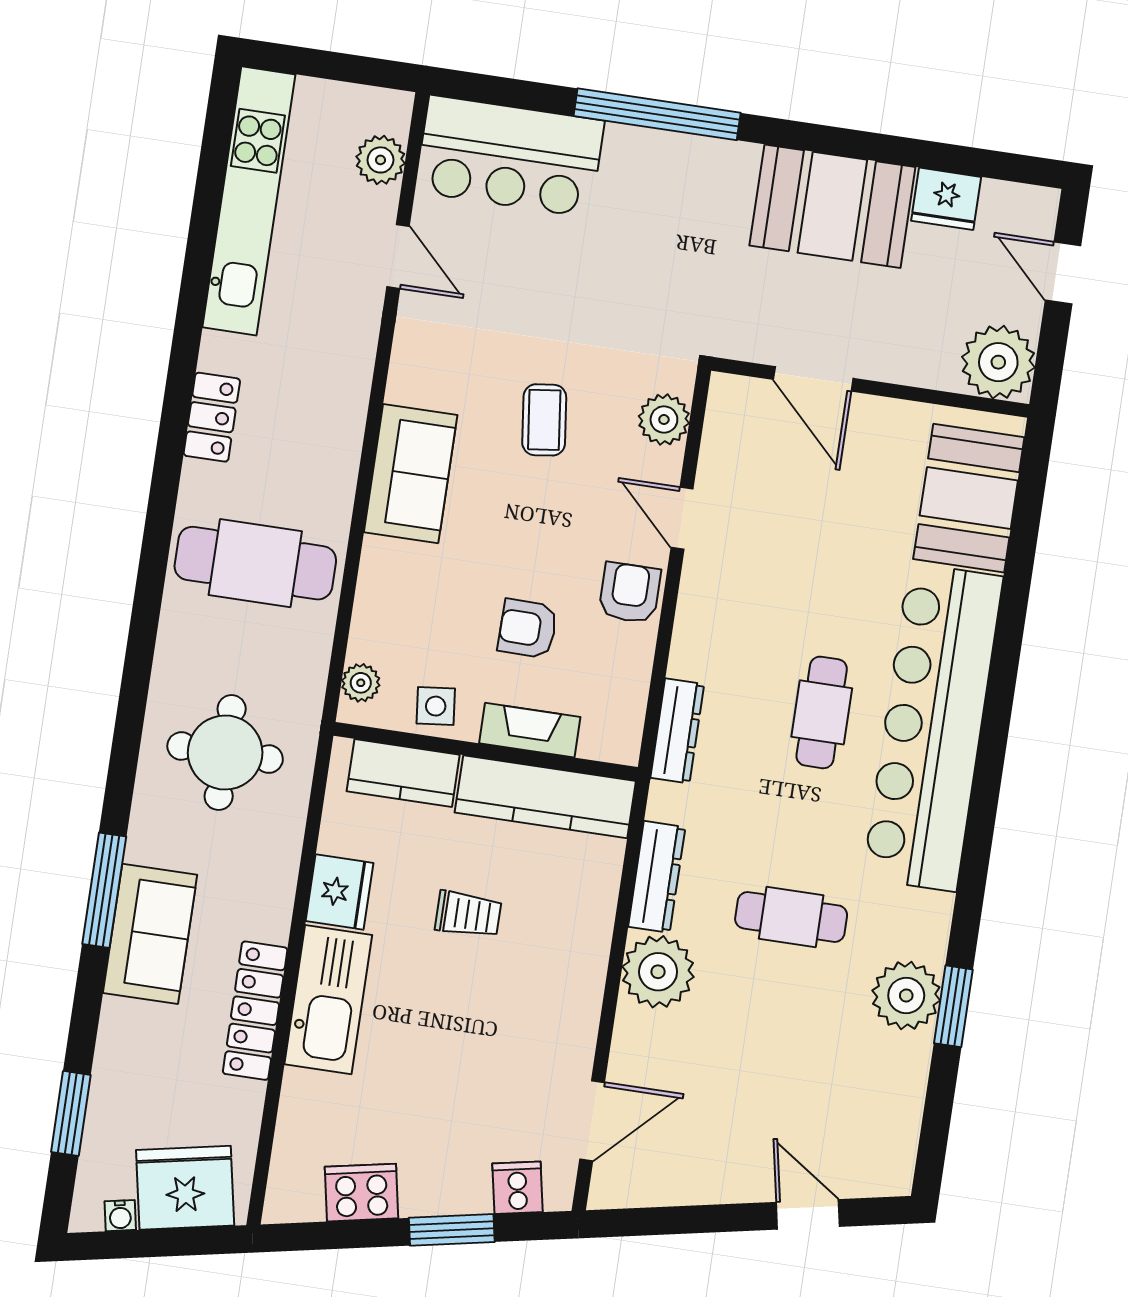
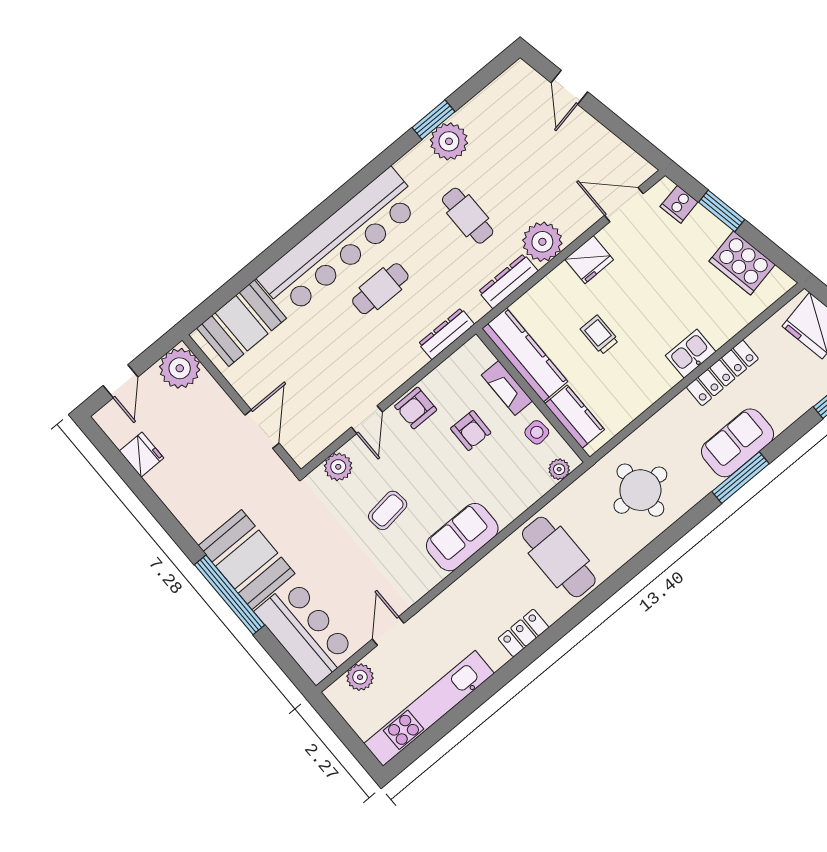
booth: (832, 206) -> (247, 560), moved
fridge: (340, 892) -> (589, 260), moved, turned 180
kitchen sink: (328, 1000) -> (691, 354), width x0.53, depth x0.81
cooker: (362, 1193) -> (742, 263), width x1.37, depth x1.31

